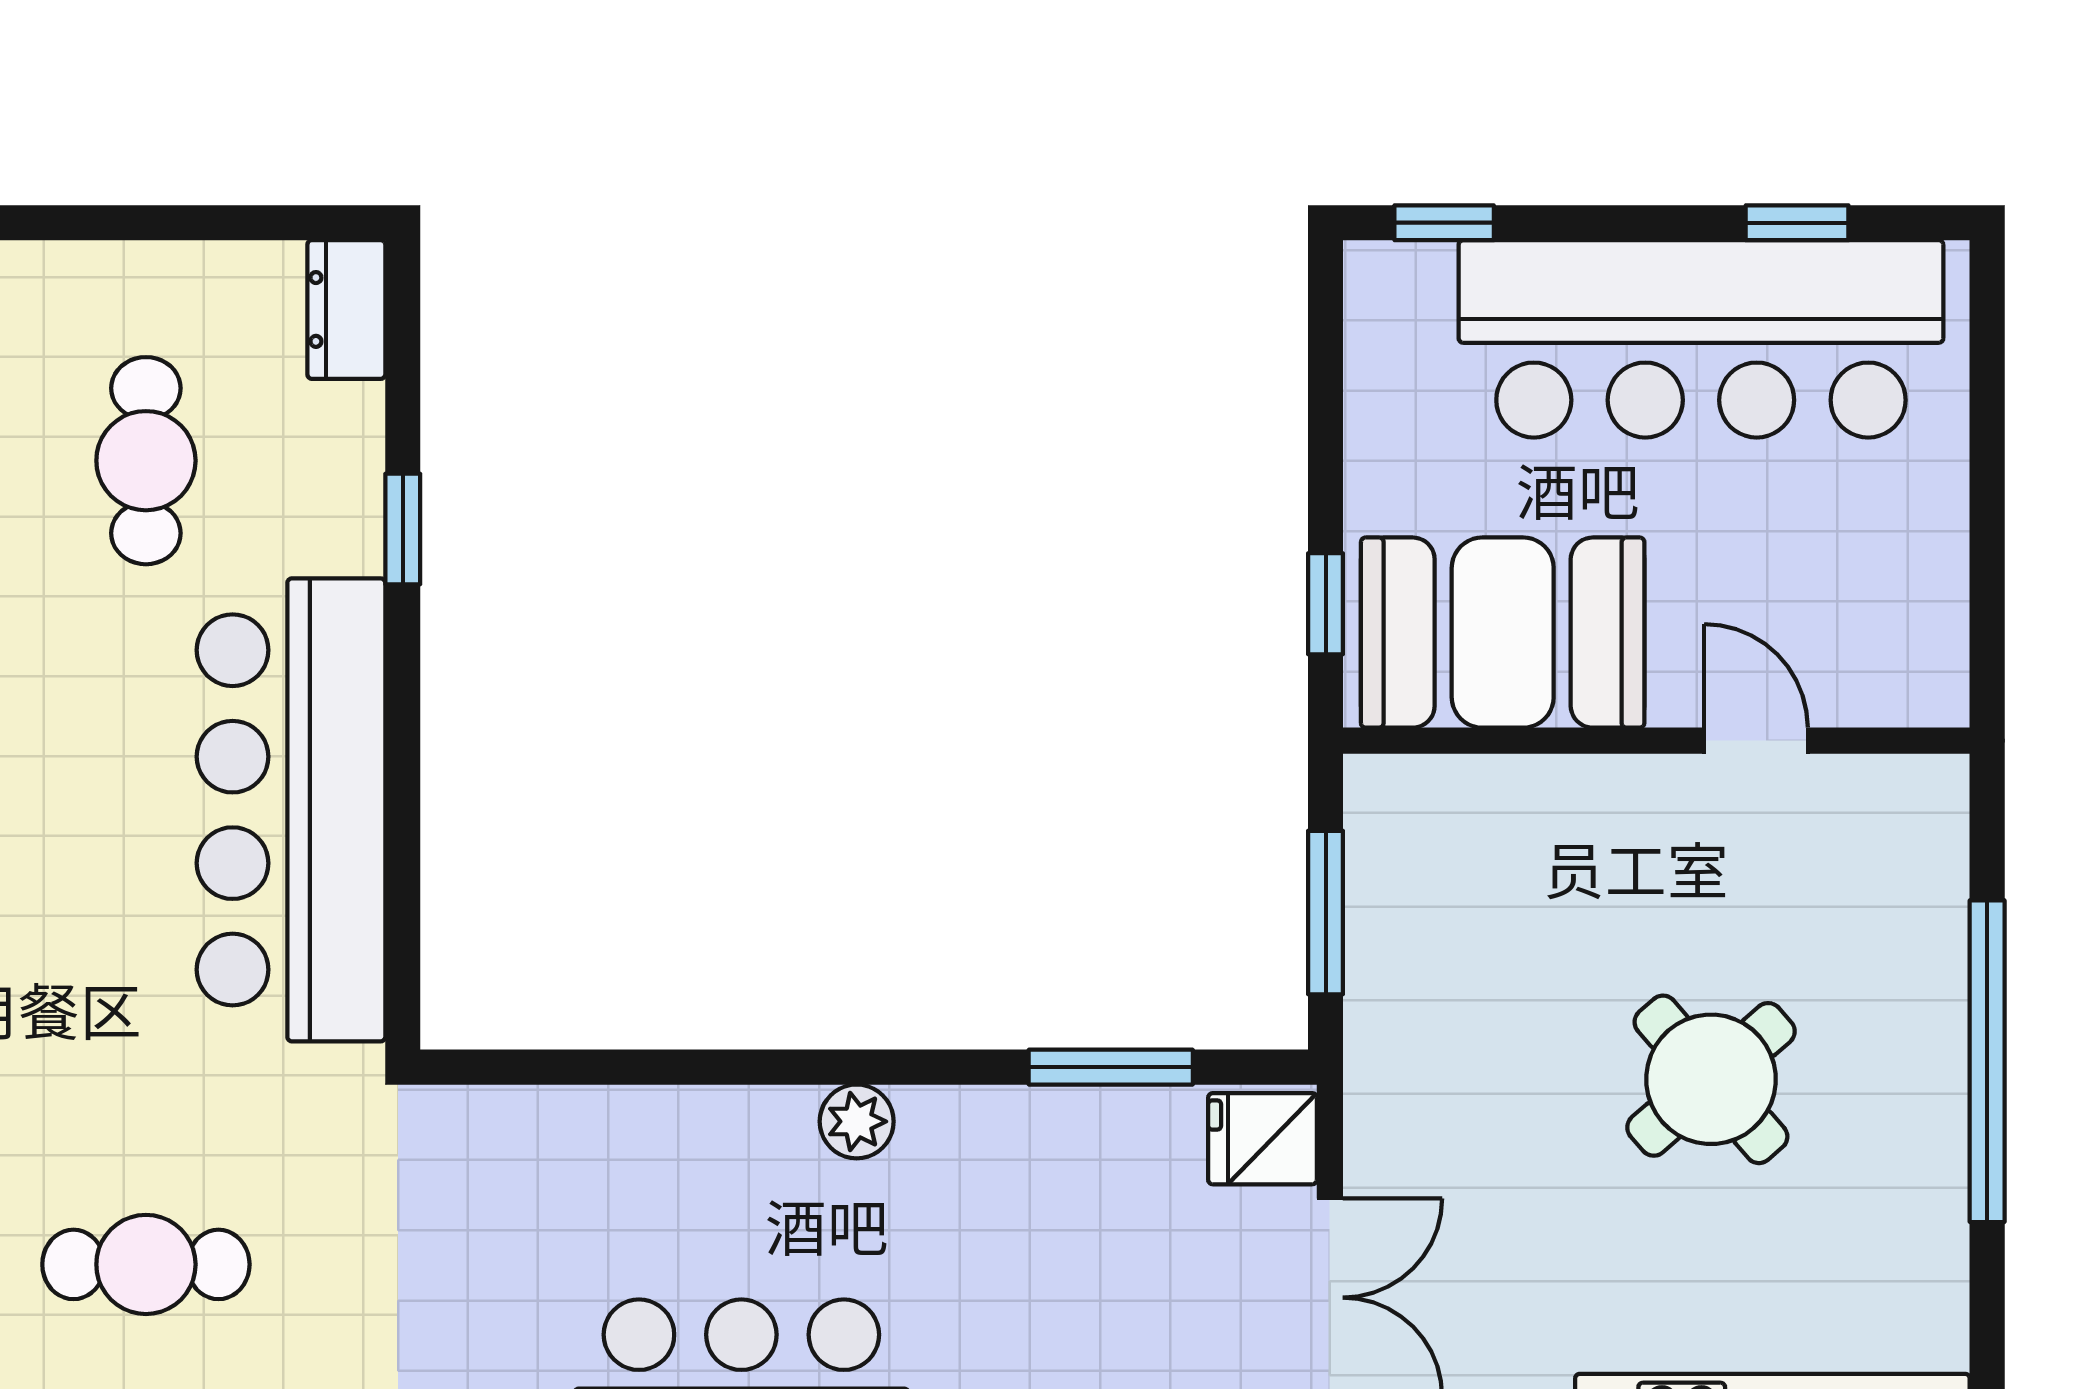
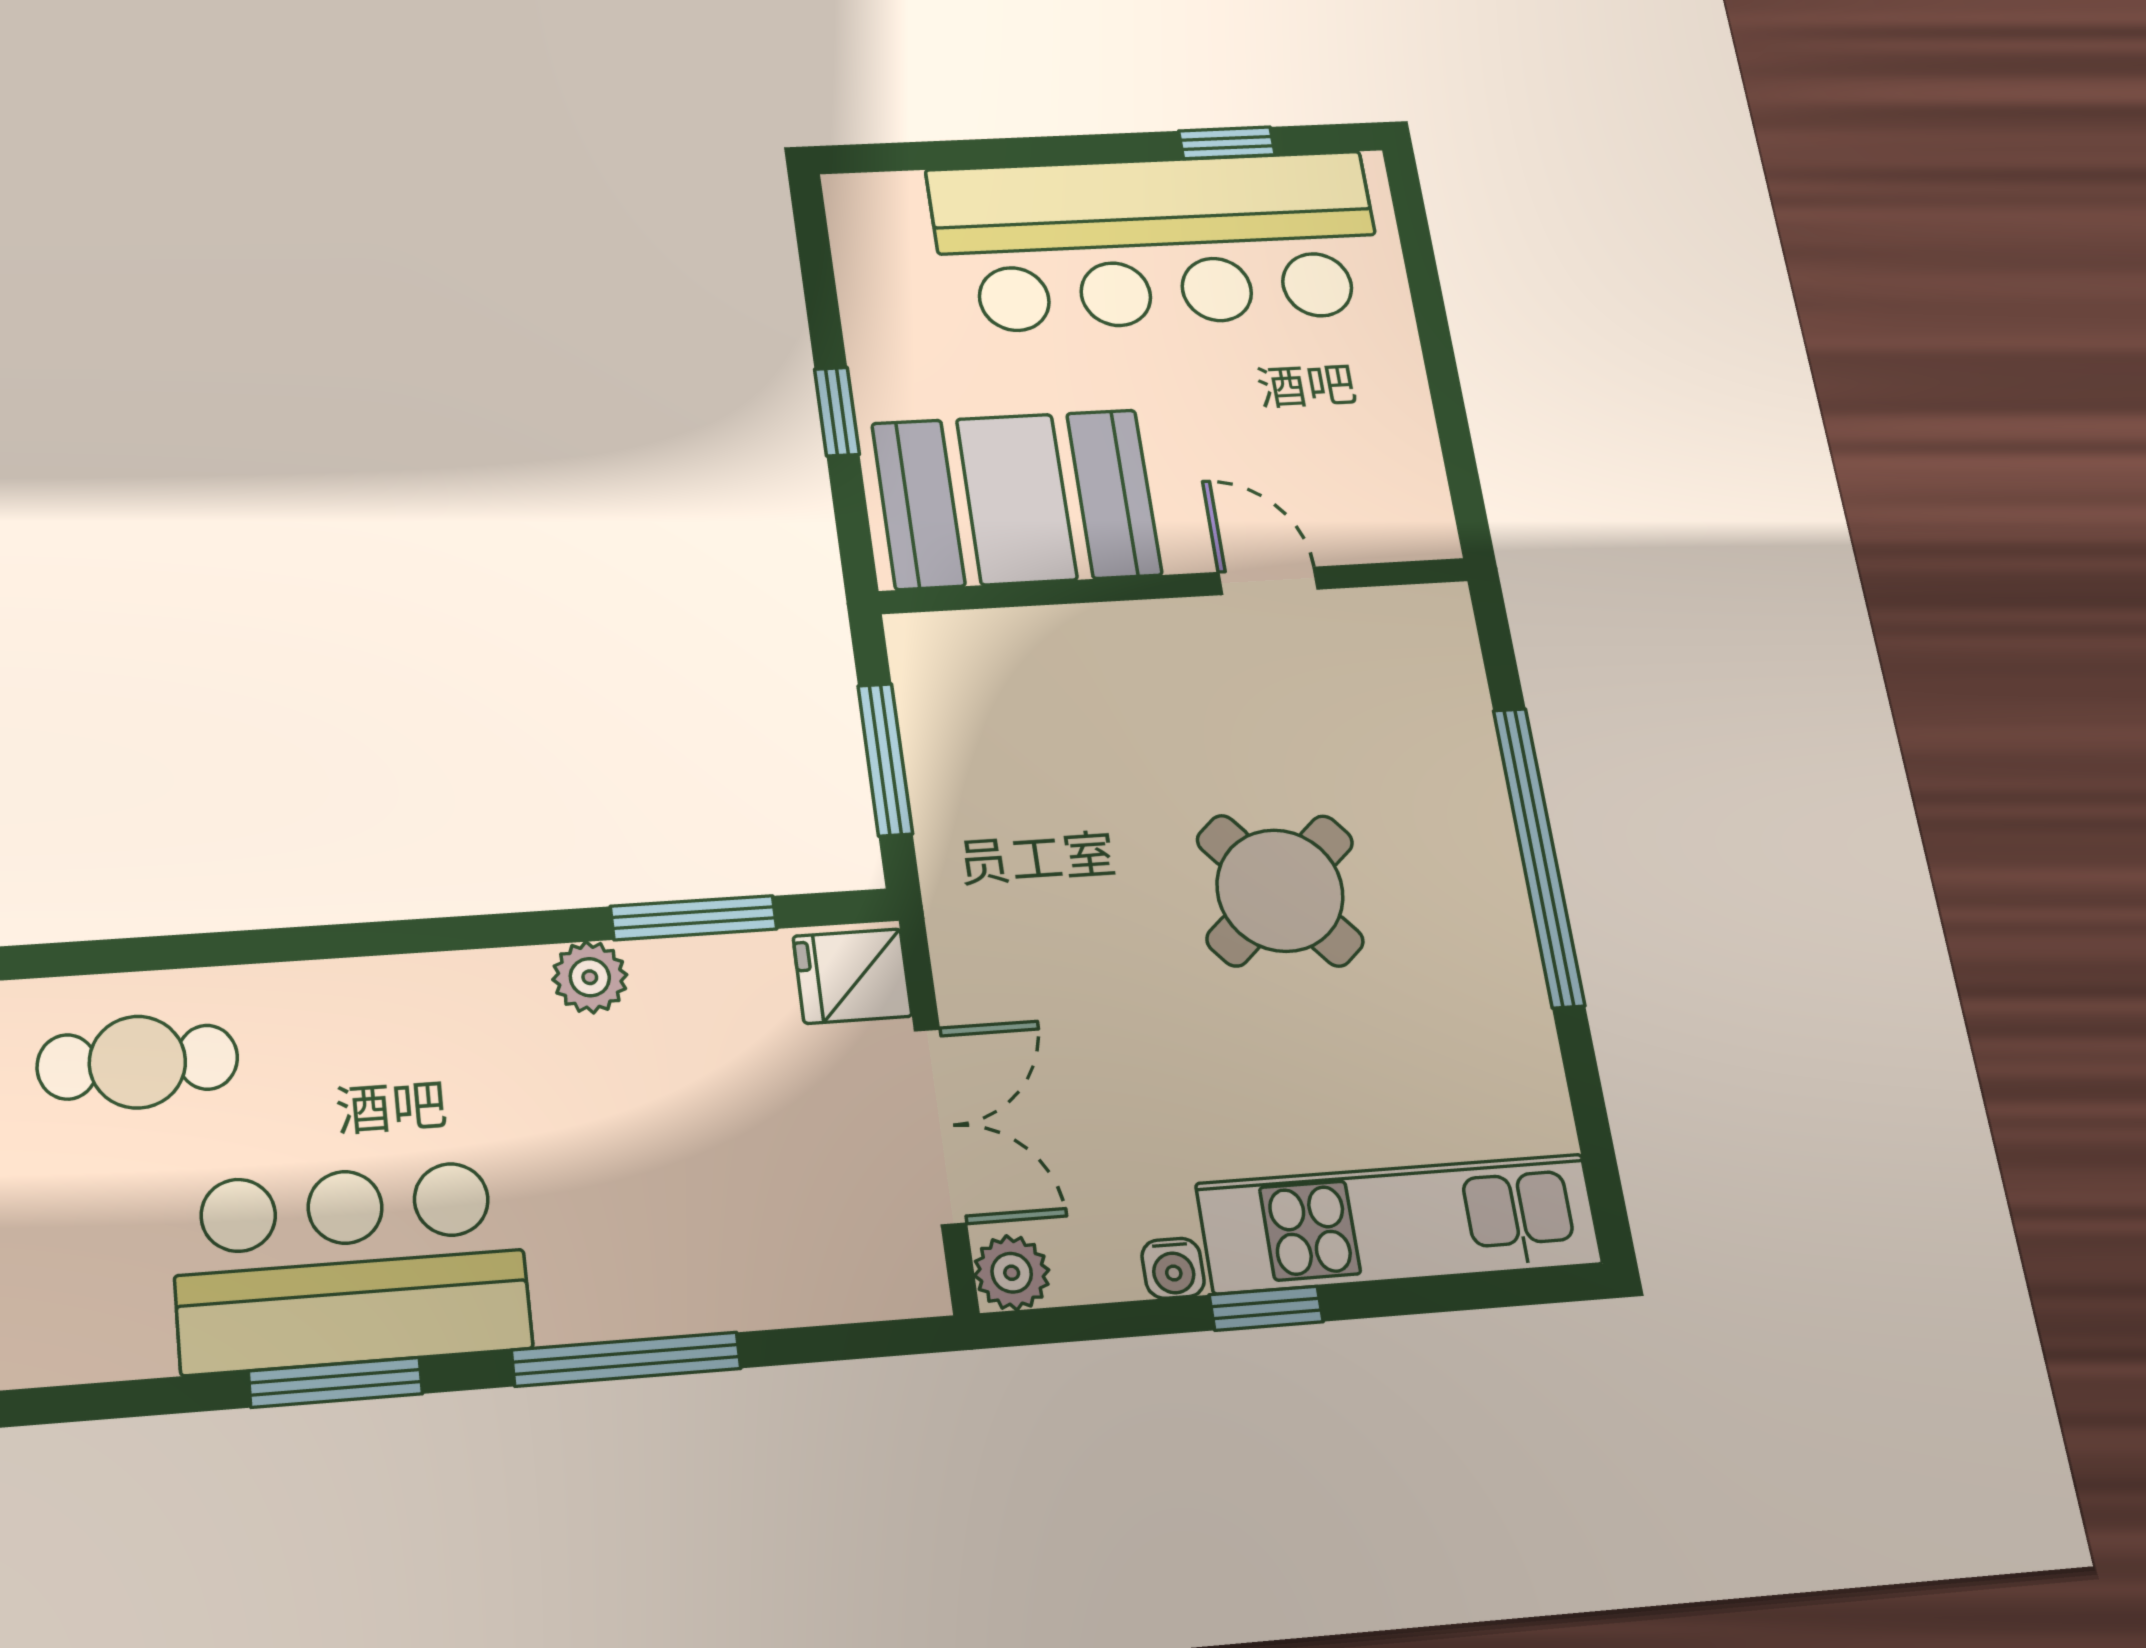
window: (1444, 223) -> (910, 156), removed
window: (1326, 604) -> (837, 412), moved
plant: (857, 1121) -> (590, 977), moved
cafe table: (553, 1176) -> (137, 1062), added

